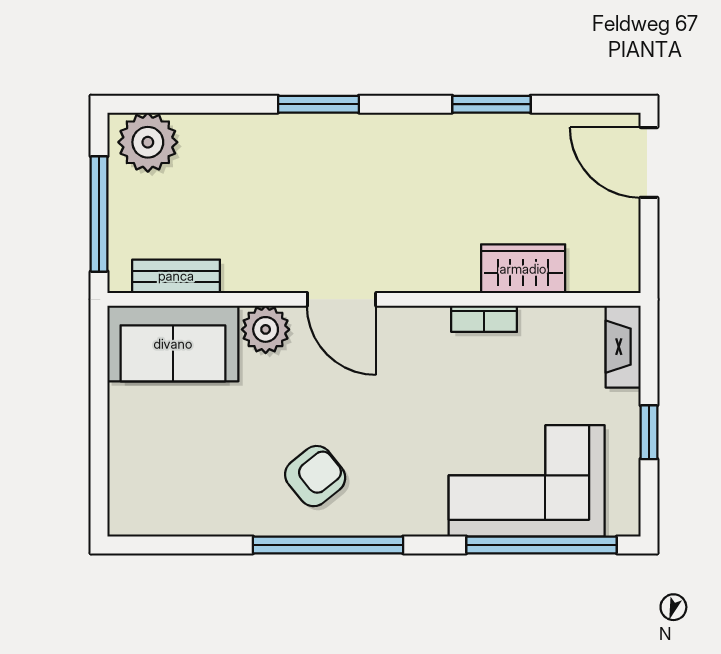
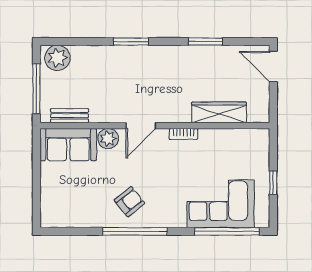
wardrobe: (523, 269) -> (219, 112), width x1.50
door: (342, 299) -> (141, 126), hinge flipped
bookcase: (484, 319) -> (183, 134), moved
fireplace: (623, 347) -> (262, 146), removed

